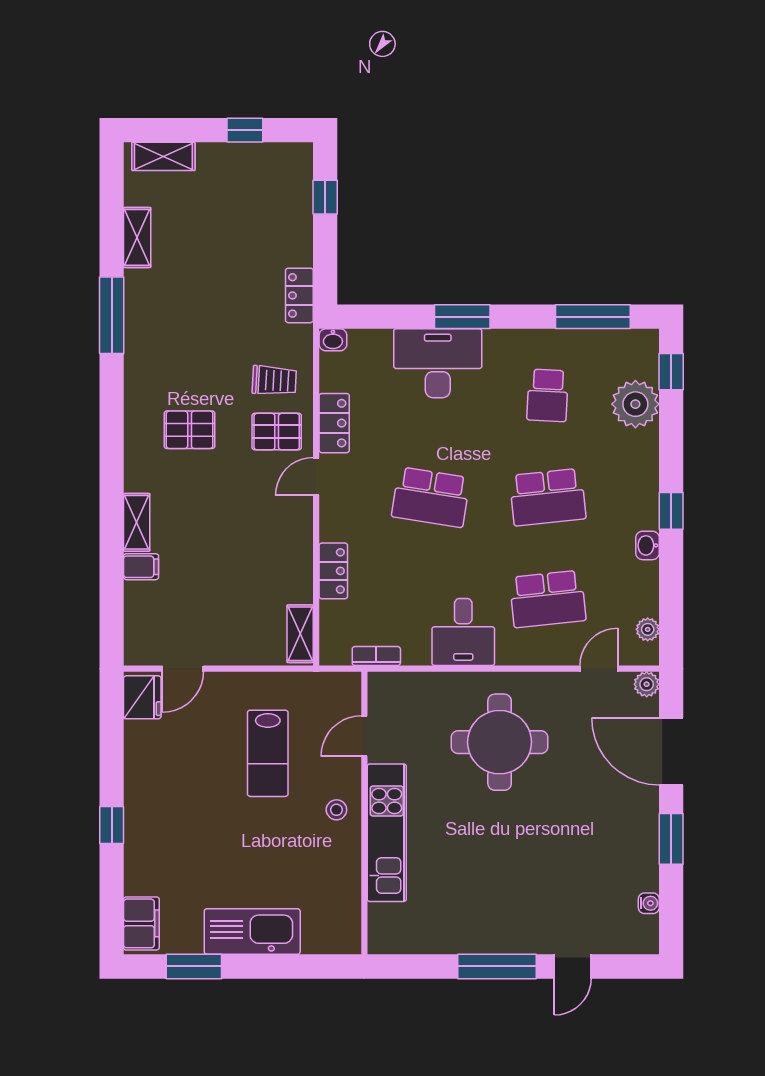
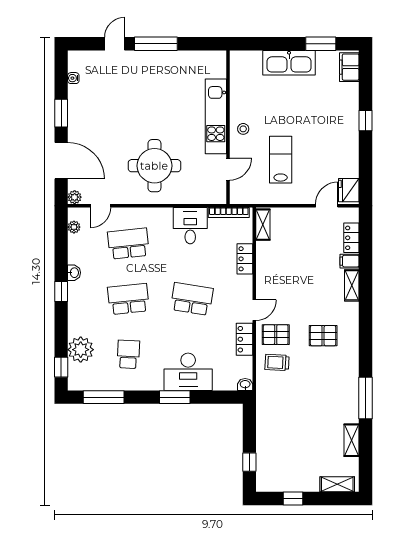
locker: (299, 295) -> (351, 238), moved, turned 180
desk: (463, 632) -> (190, 226), moved
bookcase: (376, 656) -> (229, 213), width x1.56

